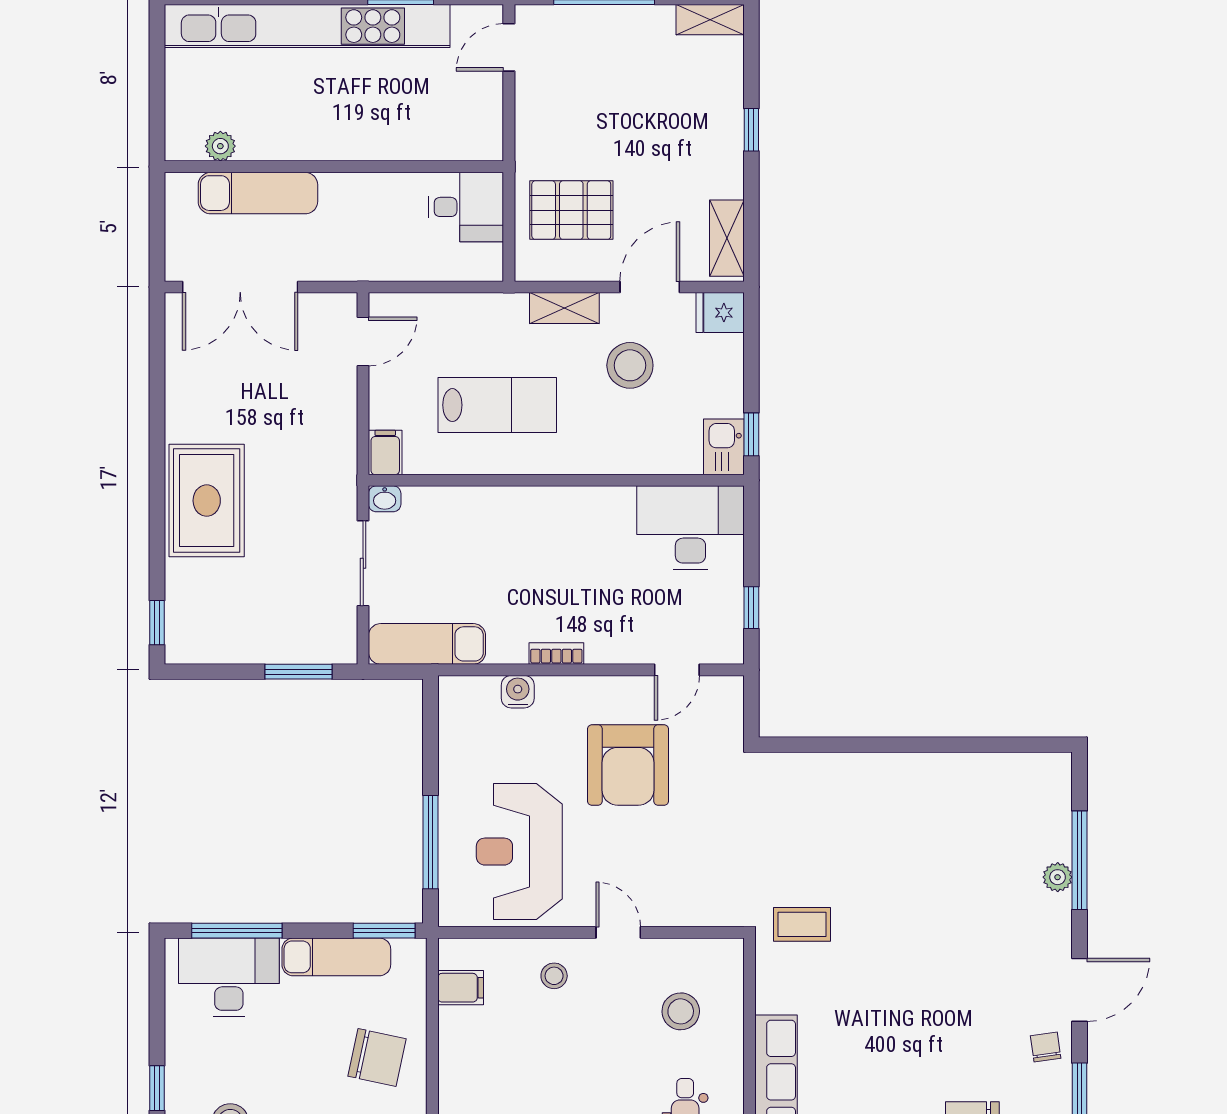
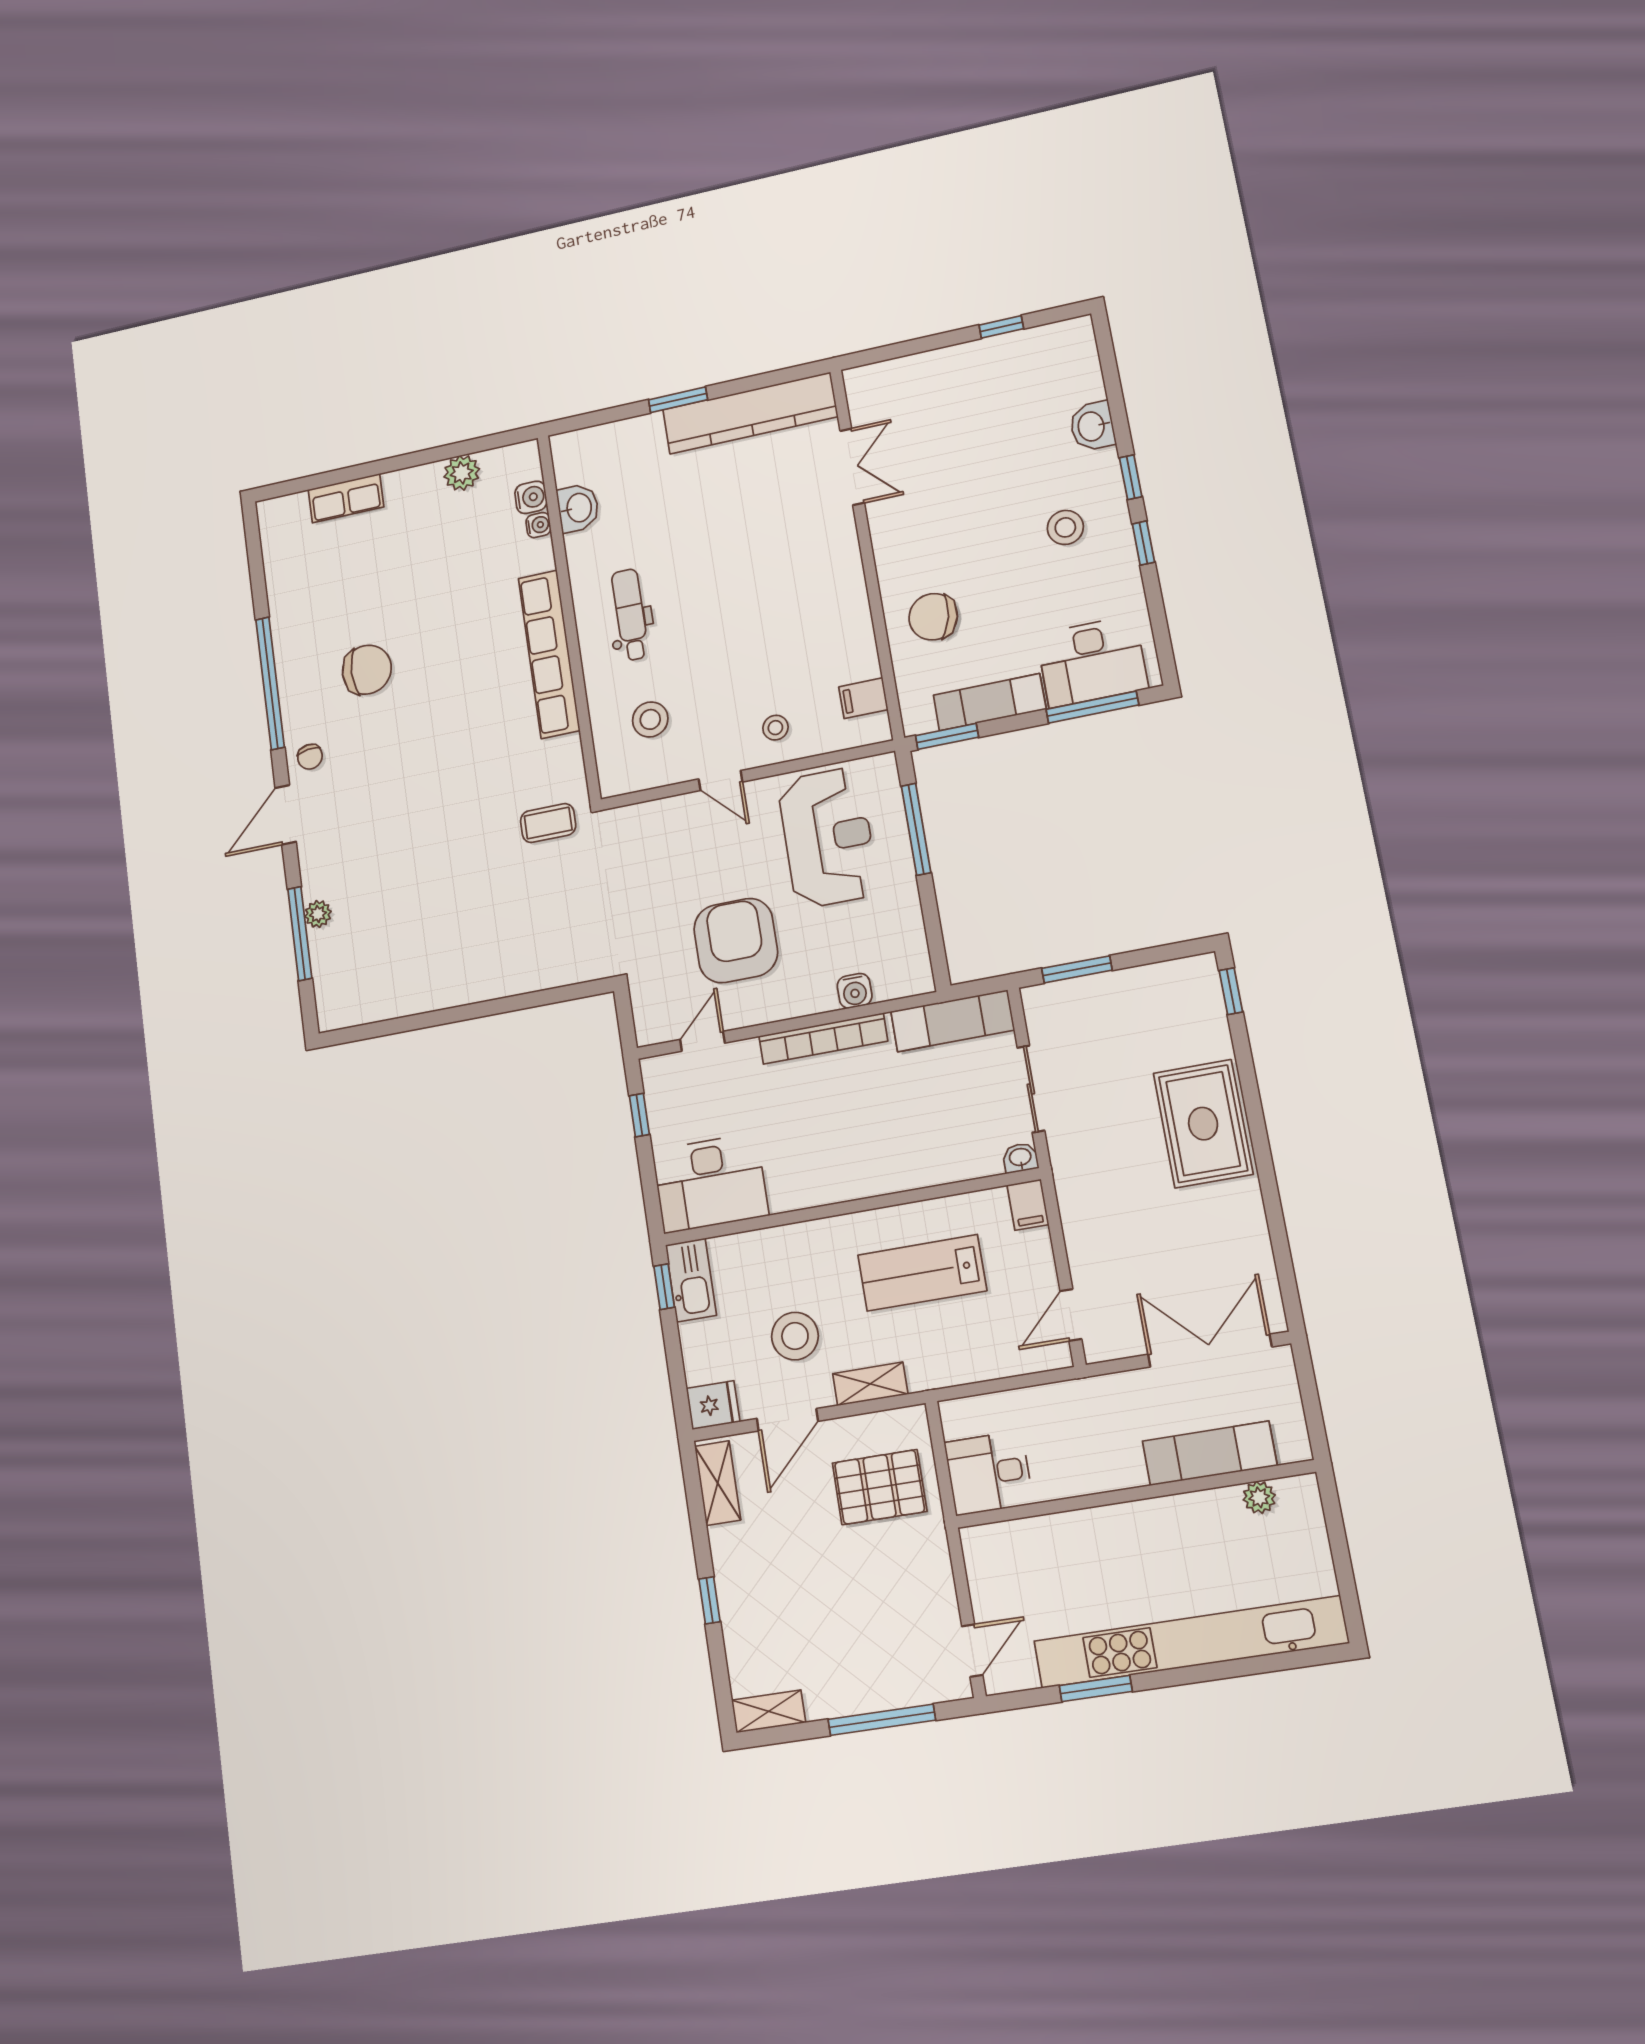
kitchen sink: (724, 447) -> (691, 1280), width x1.38
bookcase: (556, 653) -> (823, 1039), width x2.31, depth x1.31

